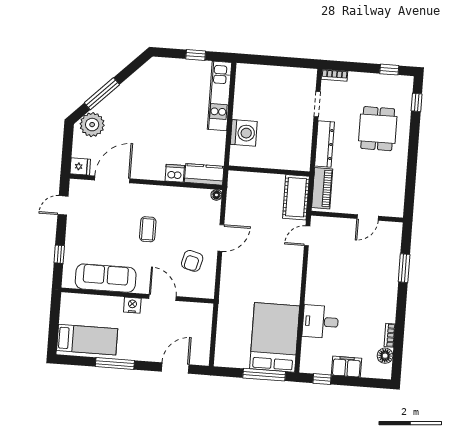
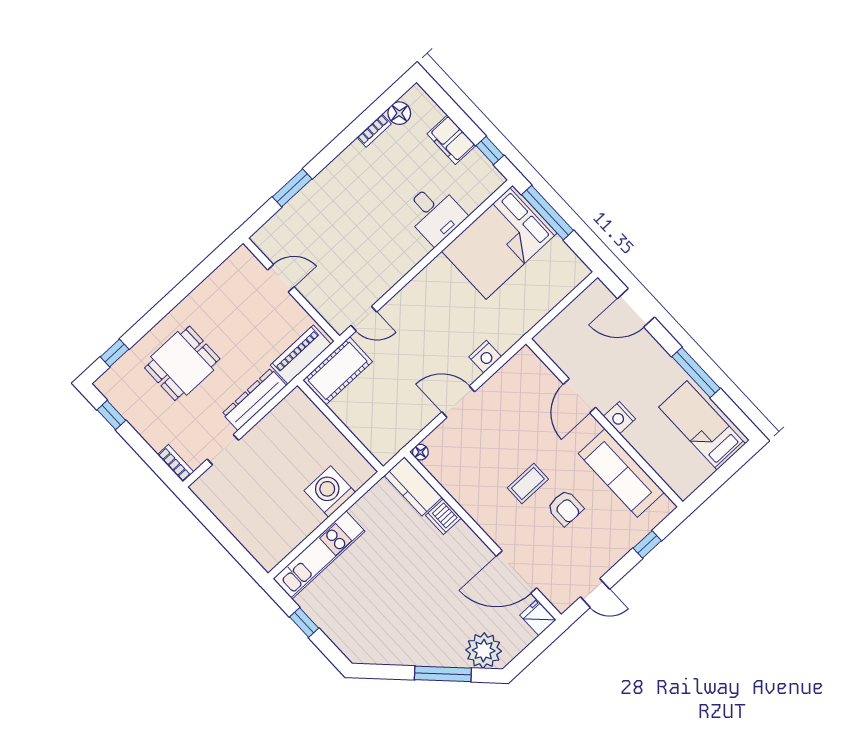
armchair: (192, 261) -> (565, 508), moved, turned 76
nightstand: (228, 273) -> (485, 357), added

